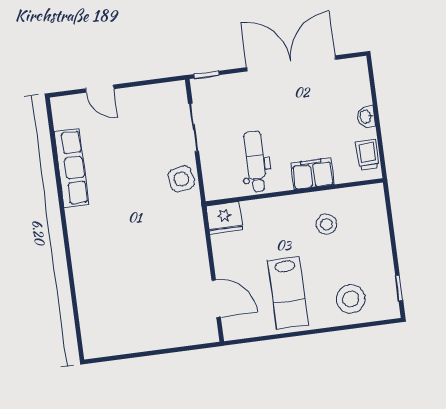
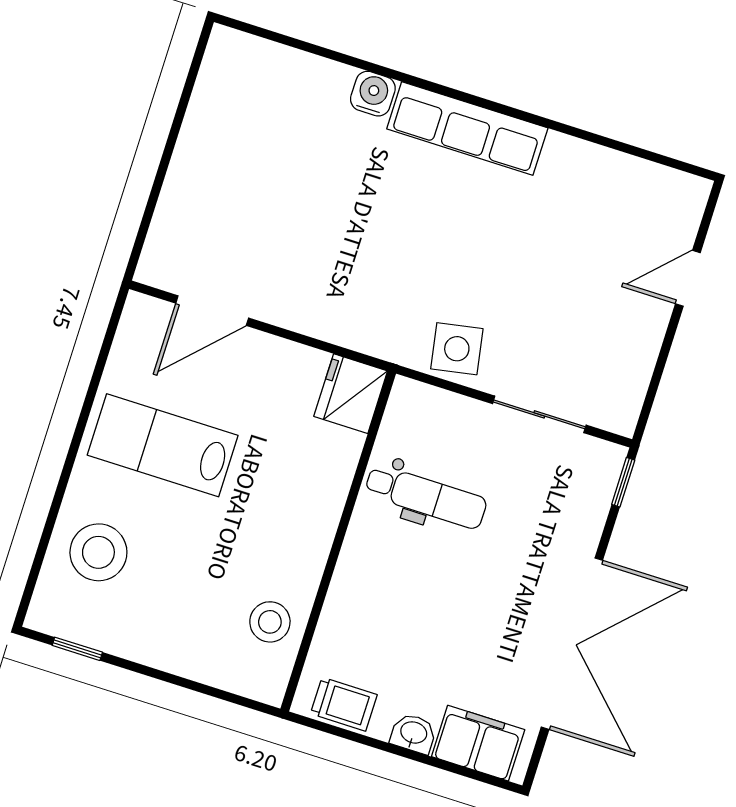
row of seats: (72, 168) -> (467, 128), moved
filing cabinet: (313, 174) -> (478, 743), moved, turned -90
stool: (326, 224) -> (270, 622), moved
water cooler: (83, 272) -> (373, 94), added

